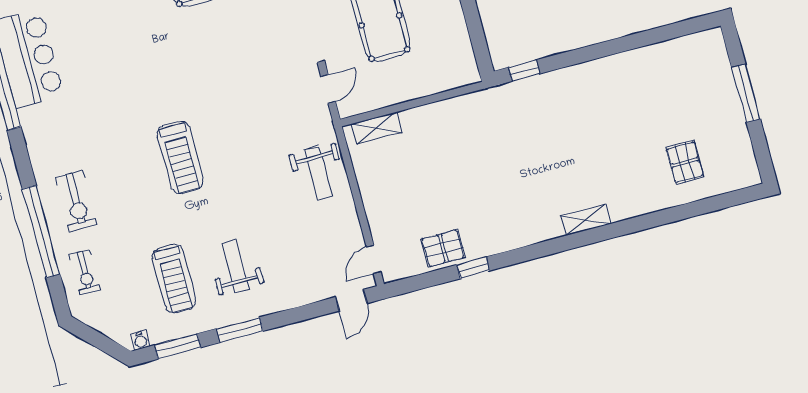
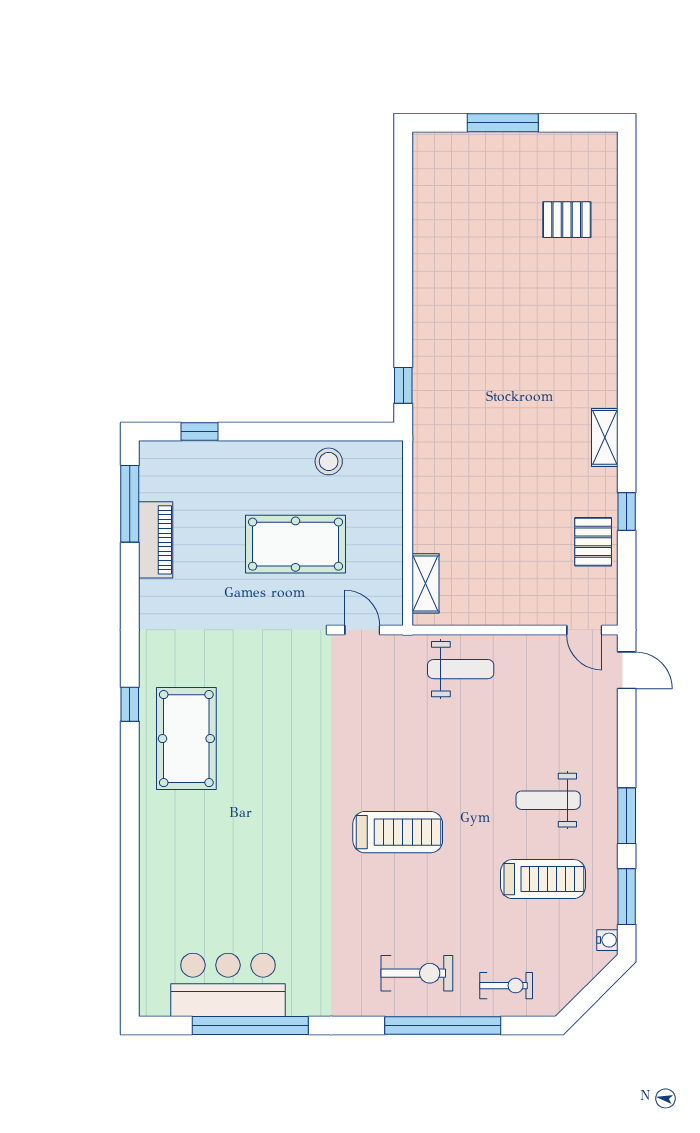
stool: (451, 29) -> (329, 461), added
shelving: (586, 220) -> (605, 437), moved

